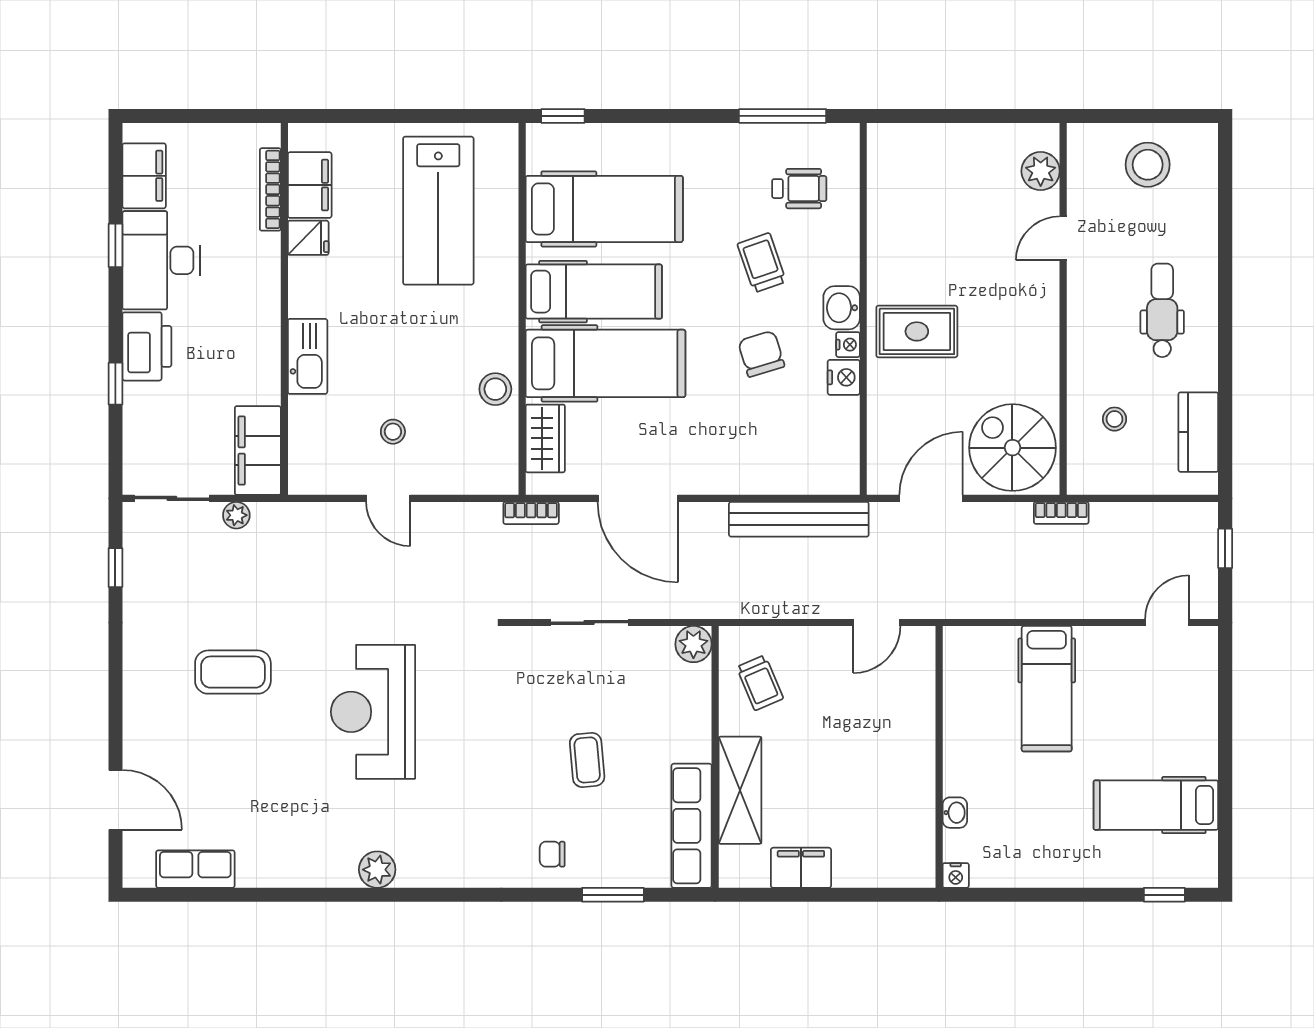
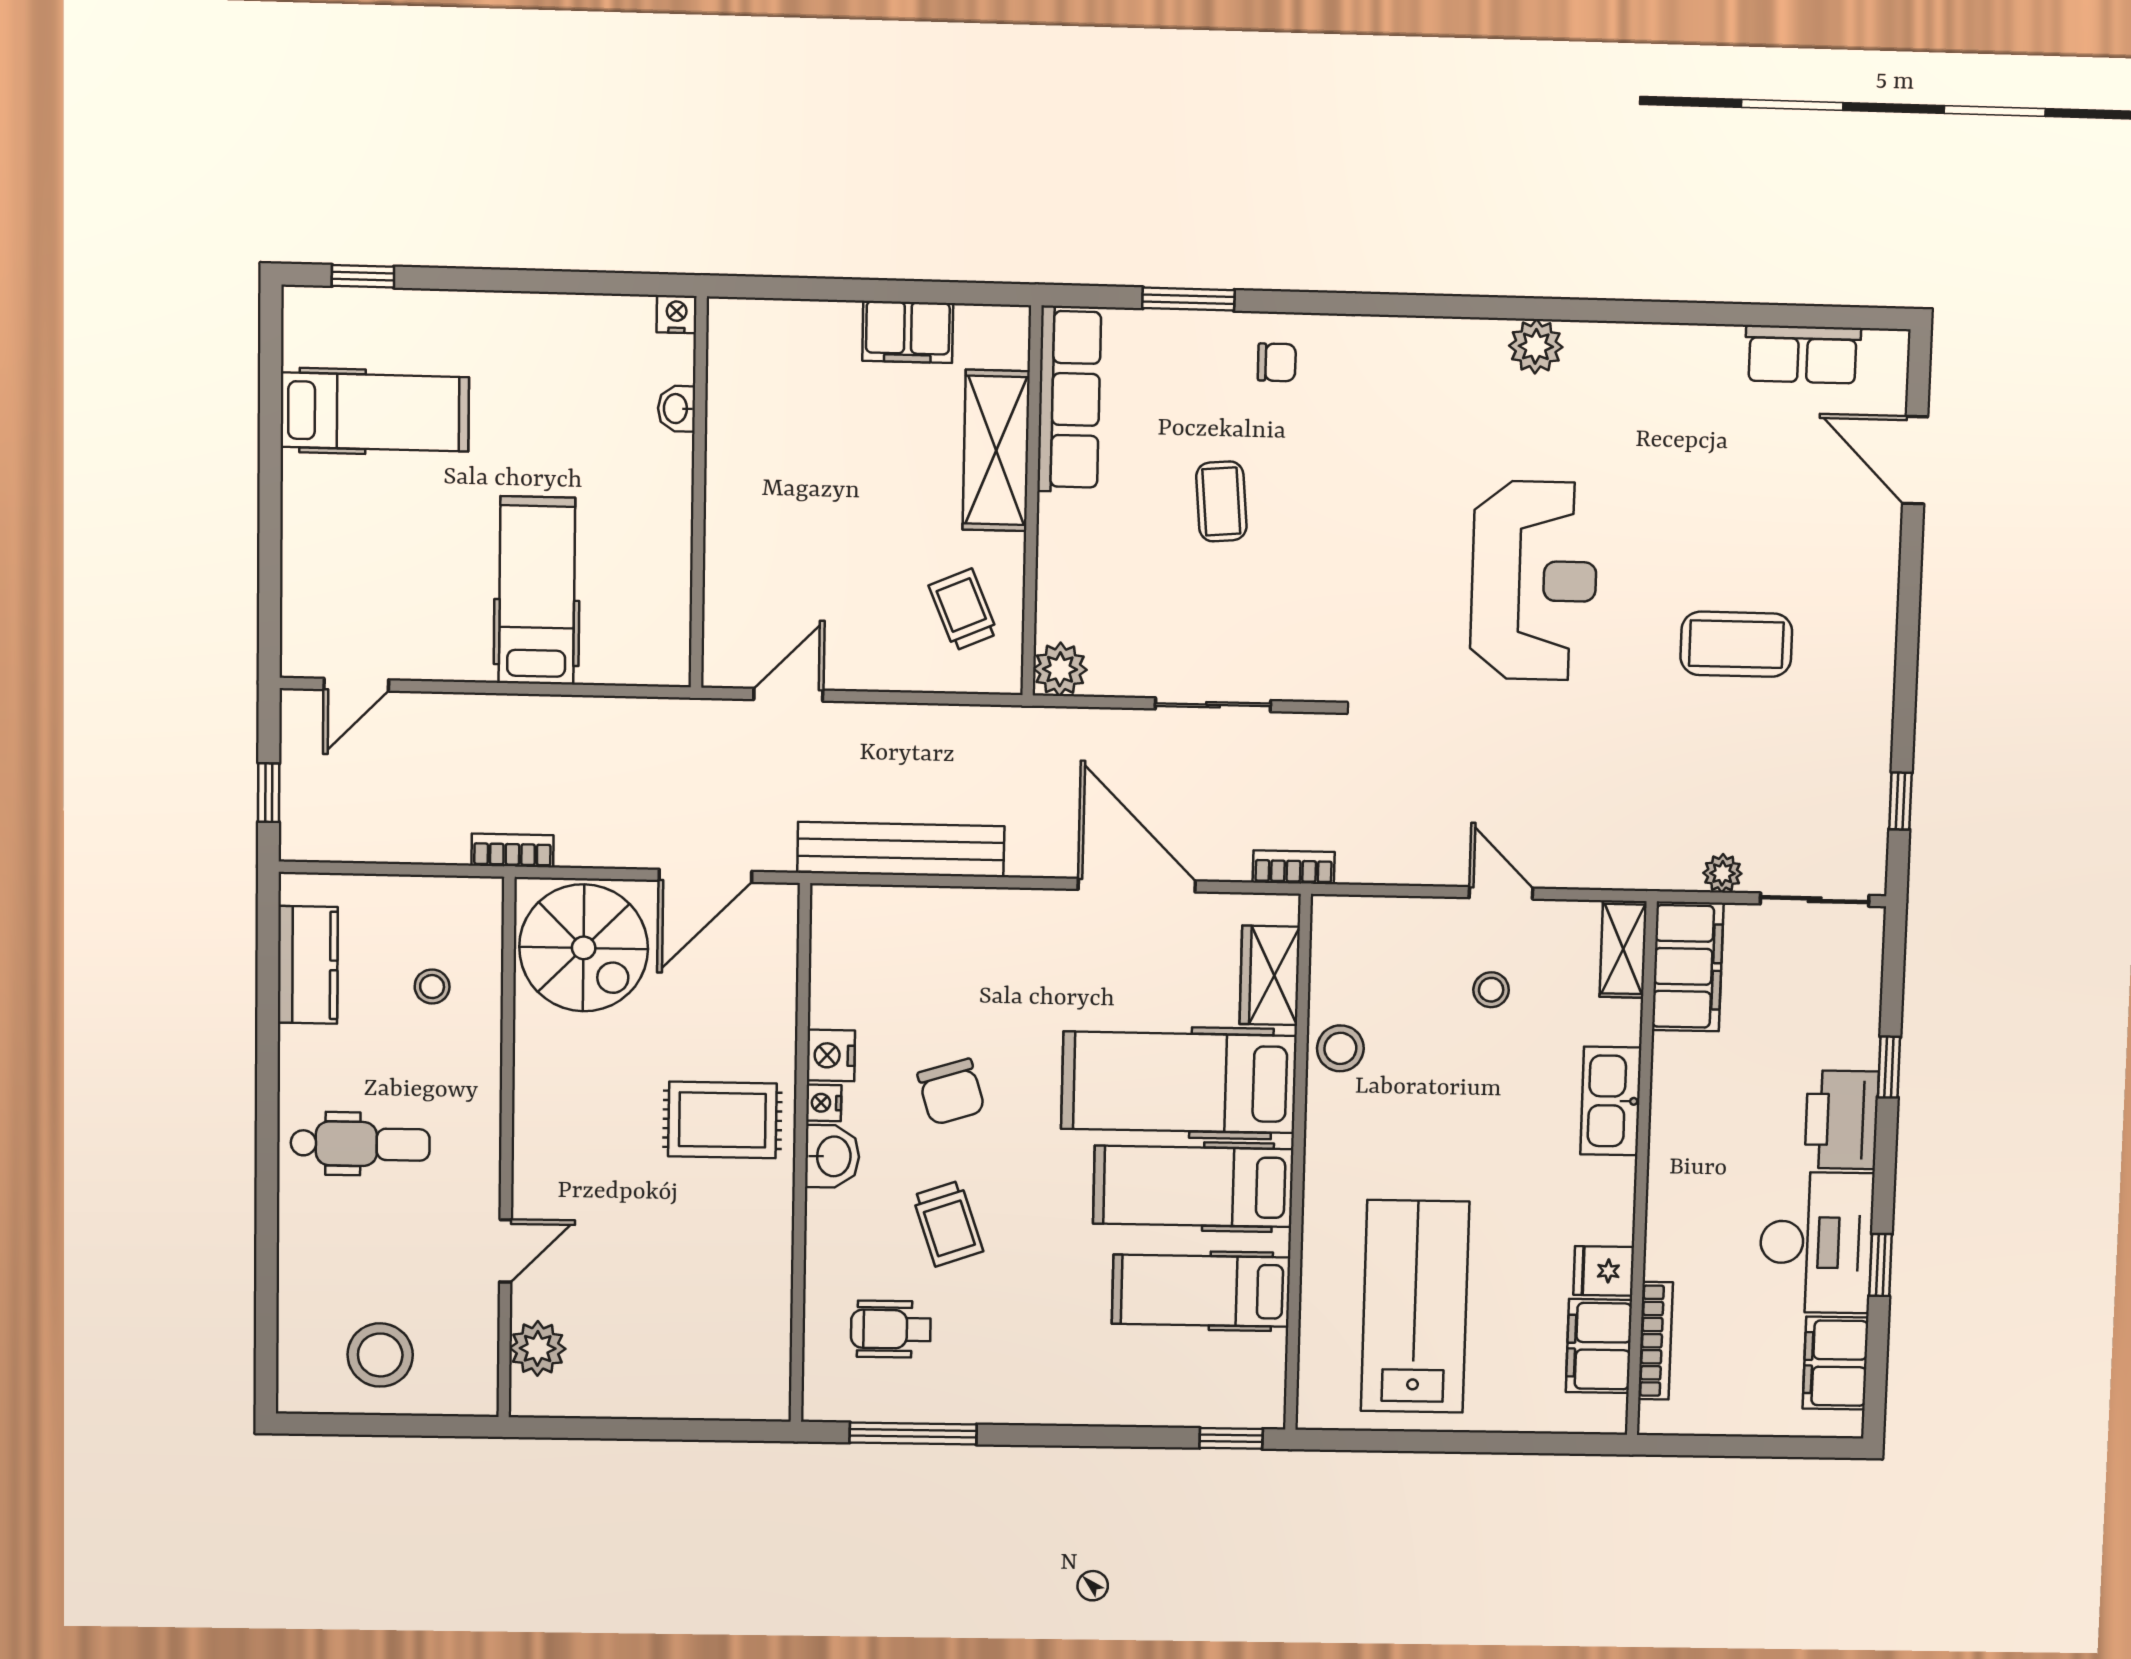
hospital bed: (604, 209) -> (1201, 1291), width x0.73, depth x0.78
dental chair: (1162, 310) -> (360, 1144), turned -90
shelving: (303, 462) -> (1623, 949), added

